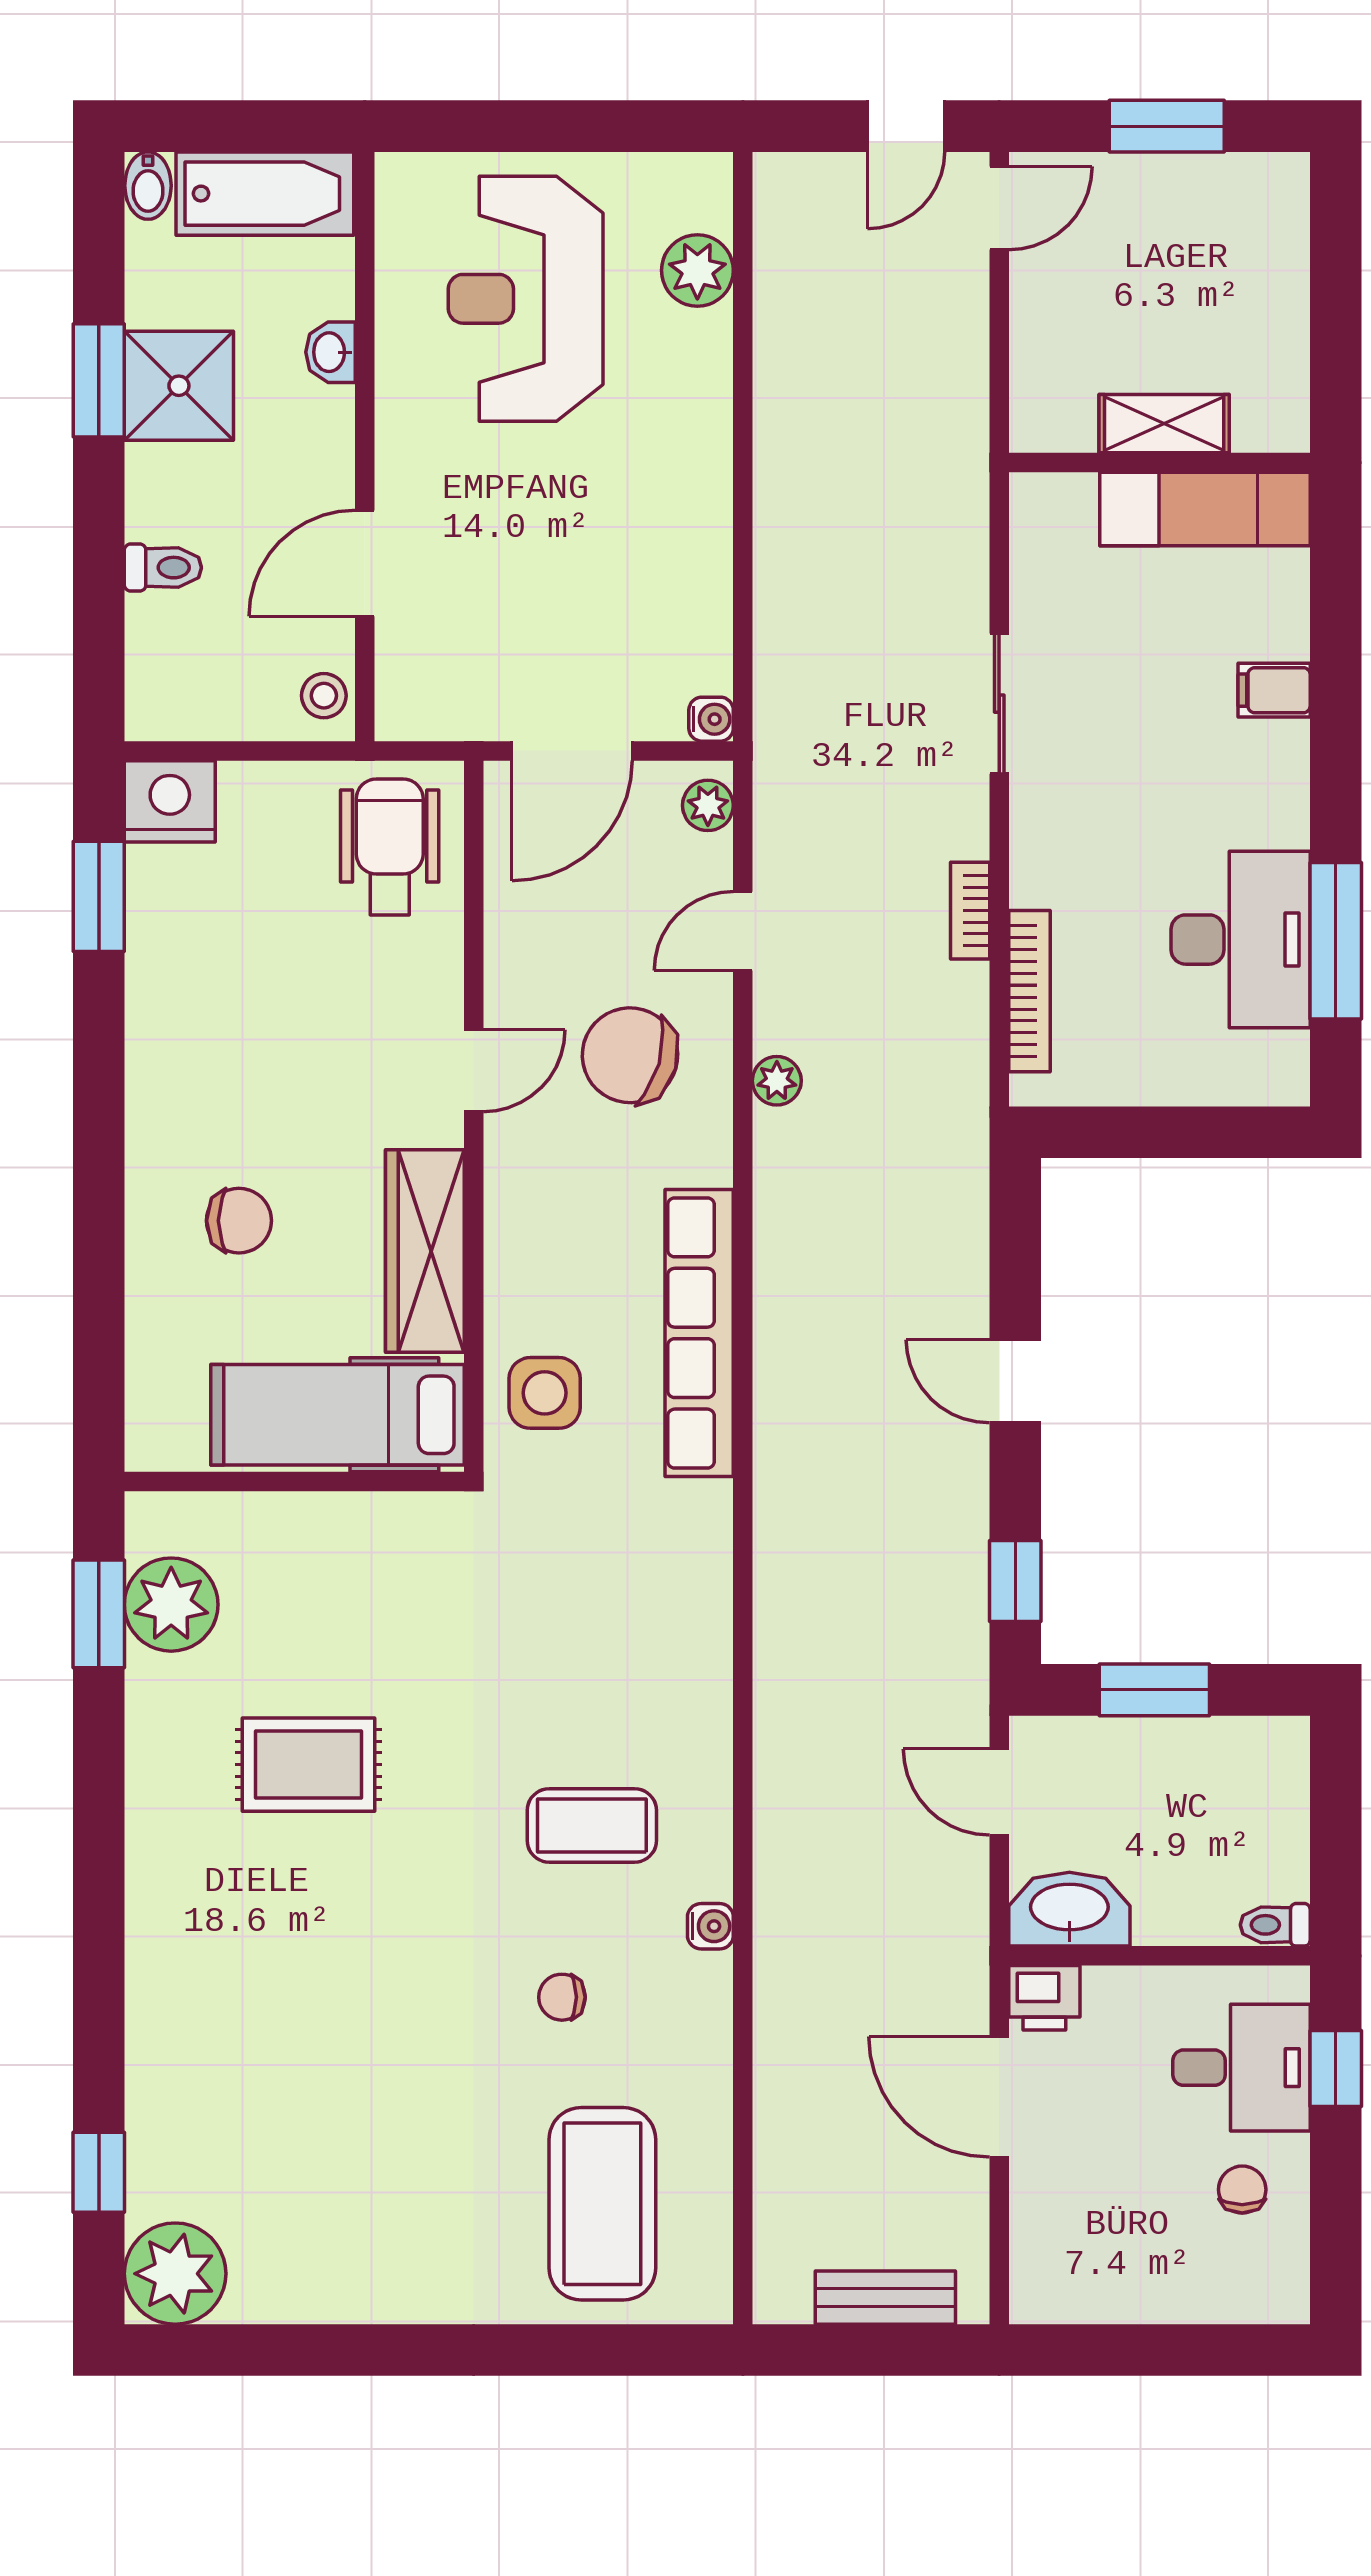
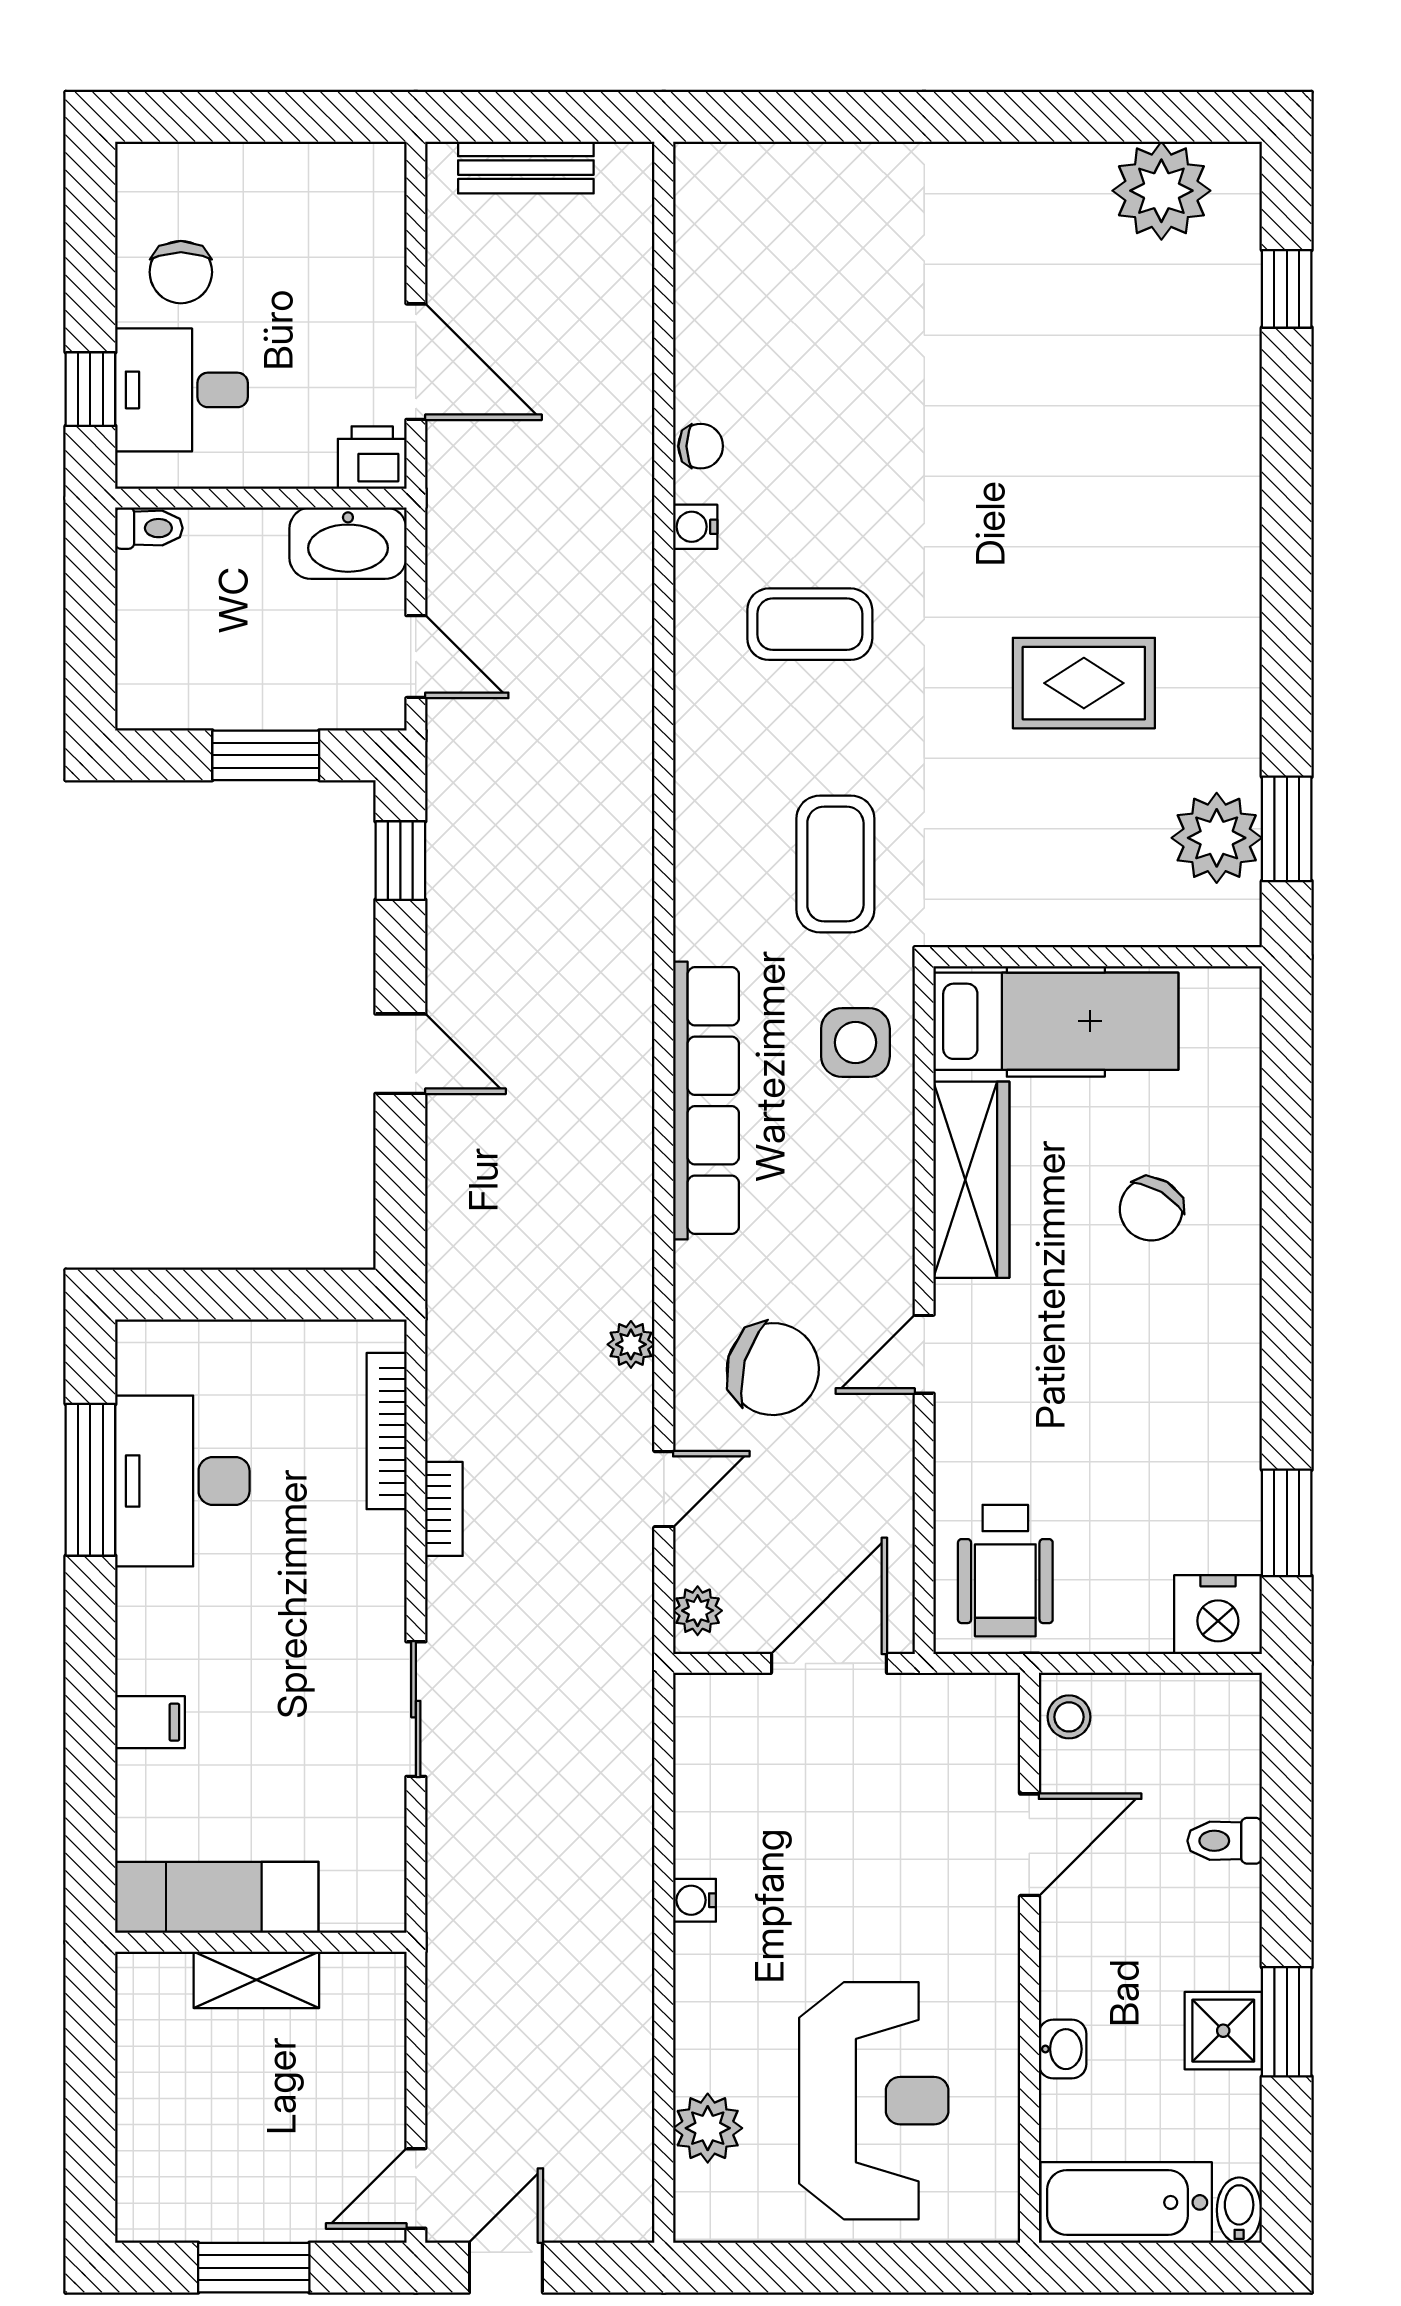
shower: (179, 386) -> (1223, 2031), width x0.73, depth x0.73
water cooler: (711, 719) -> (695, 1900), moved
chair: (239, 1221) -> (1151, 1209), turned -59
chair: (562, 1997) -> (701, 446), moved
chair: (1242, 2190) -> (181, 272), width x1.37, depth x1.37
coffee table: (602, 2204) -> (835, 864), moved, width x0.73, depth x0.76
plant: (175, 2274) -> (1161, 191), moved

